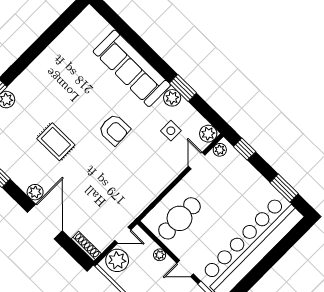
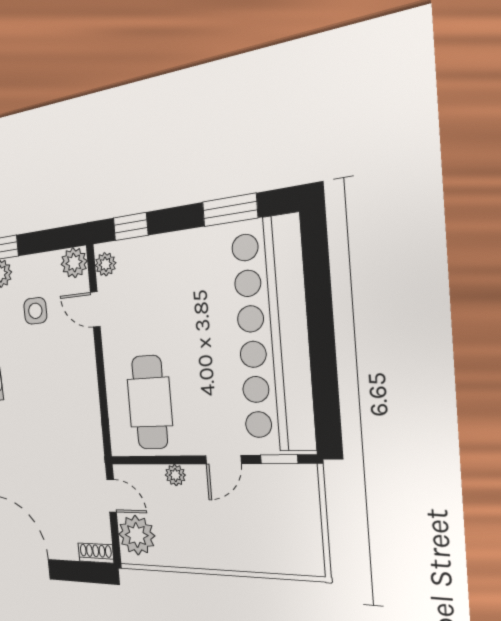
door: (123, 235) -> (112, 496), hinge flipped
shoe rack: (86, 246) -> (96, 553), width x0.70

